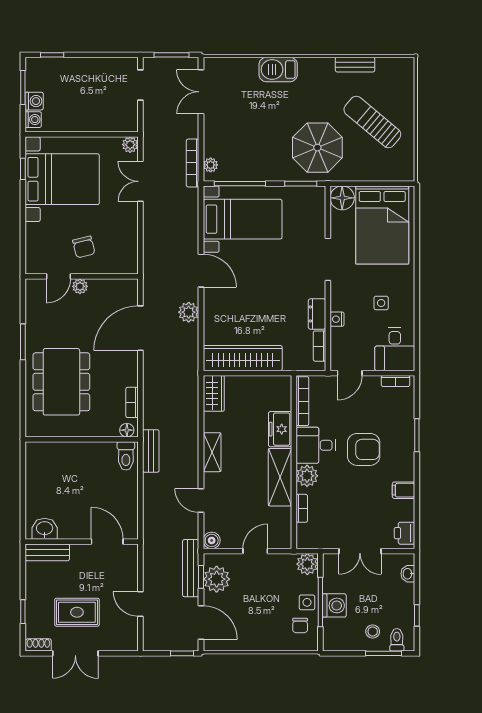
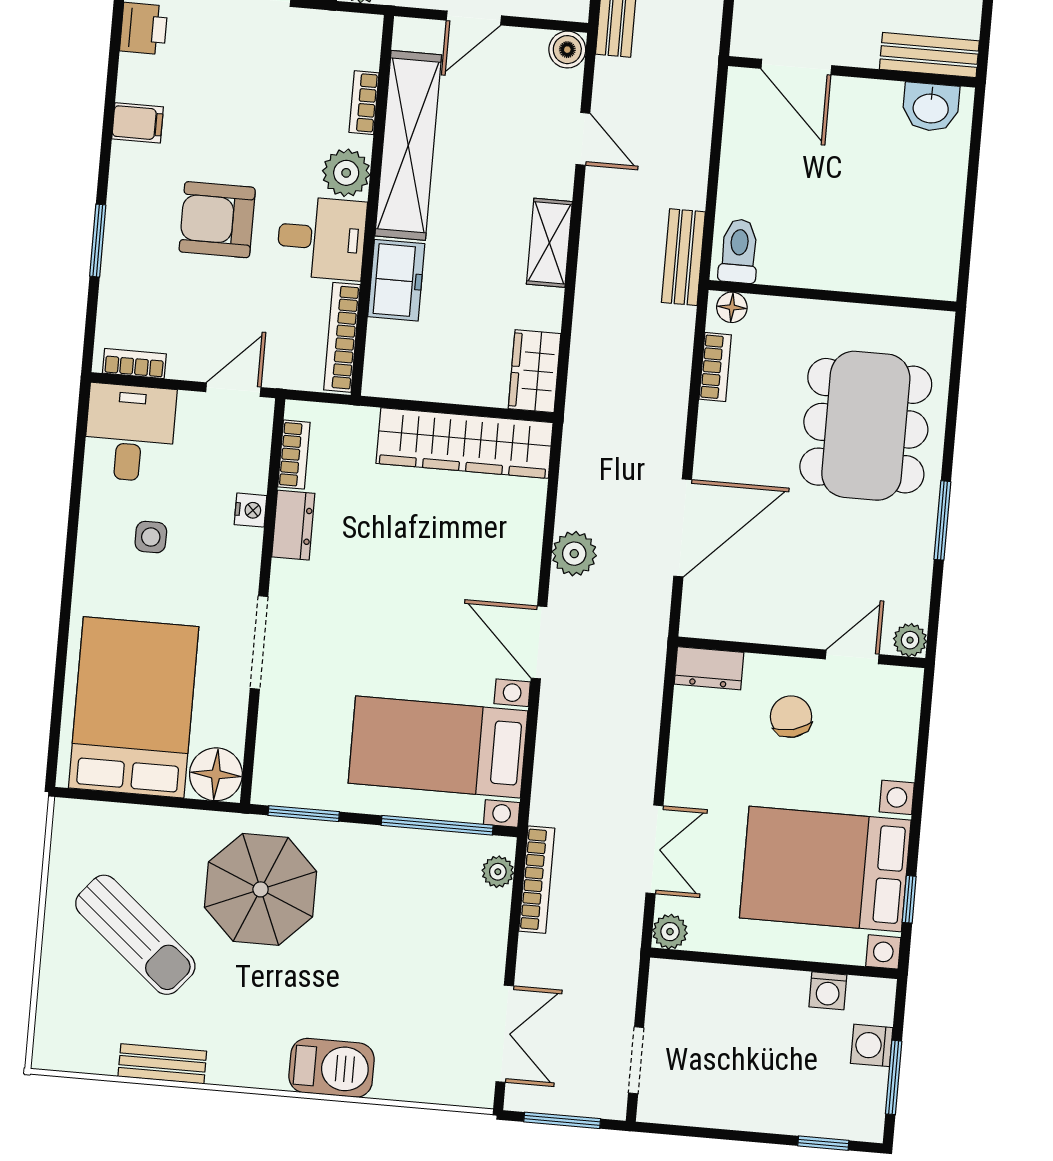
washing machine: (33, 120) -> (828, 991), moved, turned -90
dresser: (123, 266) -> (709, 668), added
plant: (80, 286) -> (910, 640), moved
shelving: (280, 477) -> (408, 145), width x1.47

